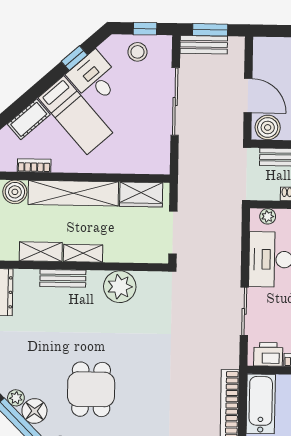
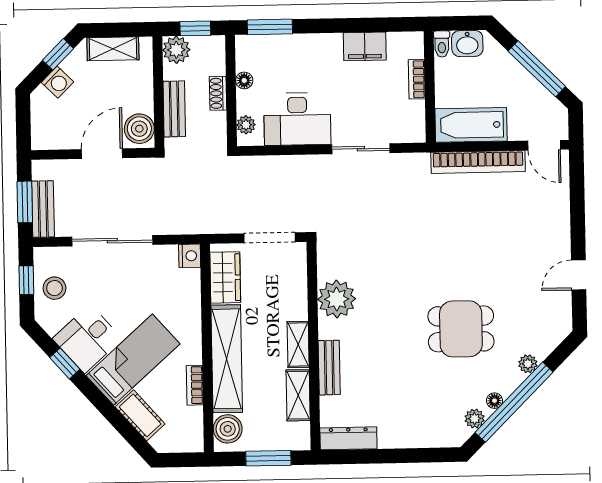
nightstand: (160, 165) -> (190, 256), added
bookcase: (34, 166) -> (195, 385), moved
printer: (268, 354) -> (411, 118), removed
floor lamp: (34, 411) -> (494, 401), width x0.53, depth x0.53

